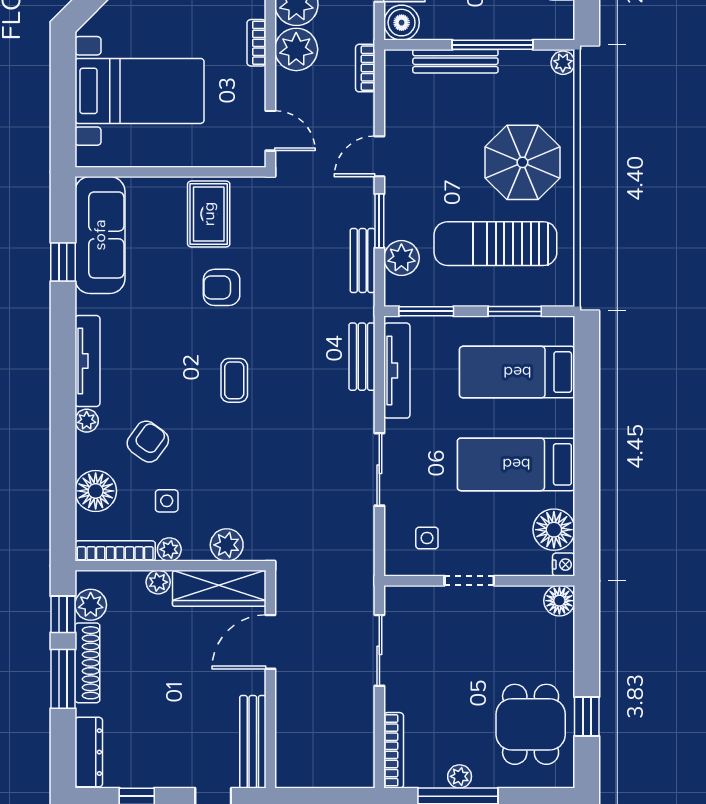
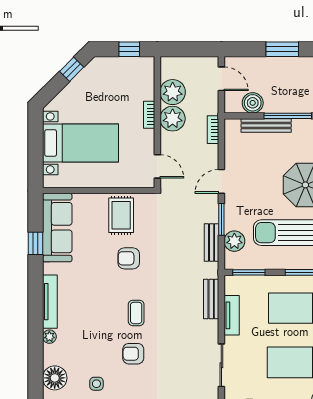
boiler: (402, 23) -> (253, 103), moved
tv unit: (397, 371) -> (232, 315), width x0.71
armchair: (148, 442) -> (133, 354), moved, turned -126

